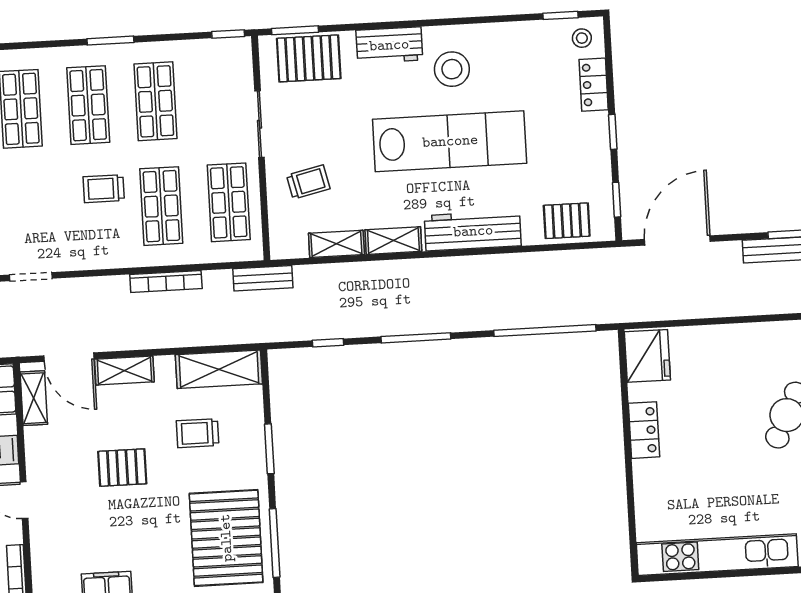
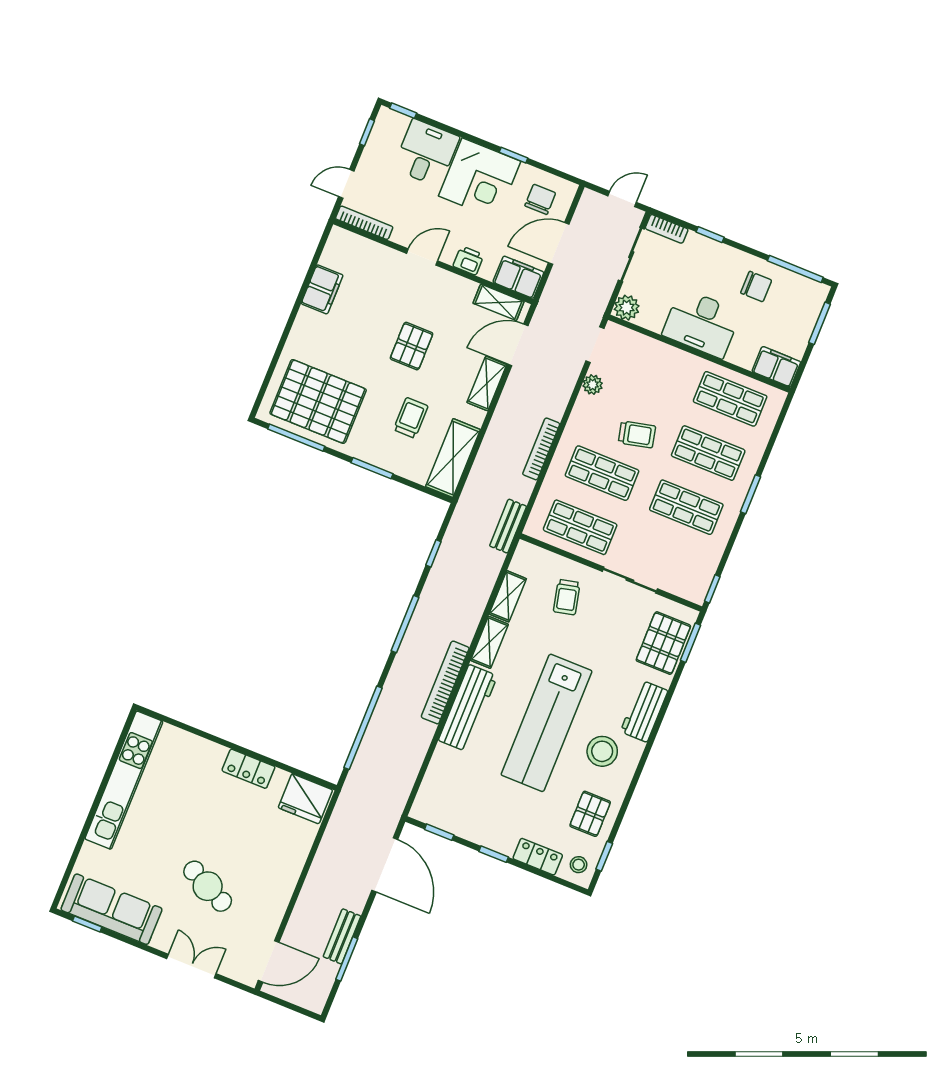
trolley: (104, 189) -> (637, 434), turned 77
pallet: (567, 221) -> (590, 814), moved
plant: (73, 259) -> (593, 385), added
bookcase: (457, 267) -> (445, 682), added

